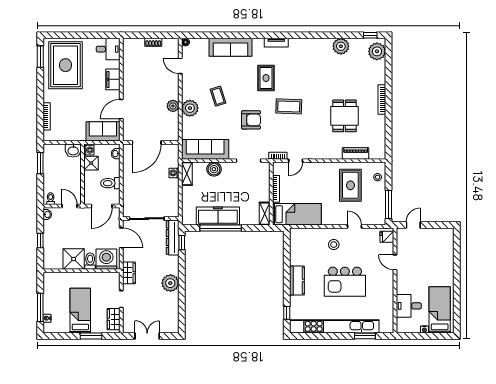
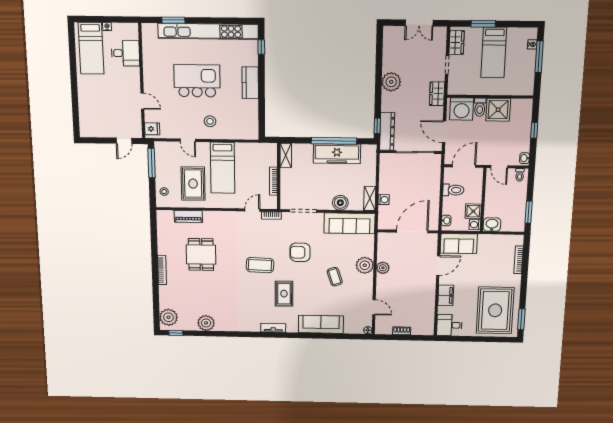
bed: (297, 214) -> (223, 168), moved, turned -90

